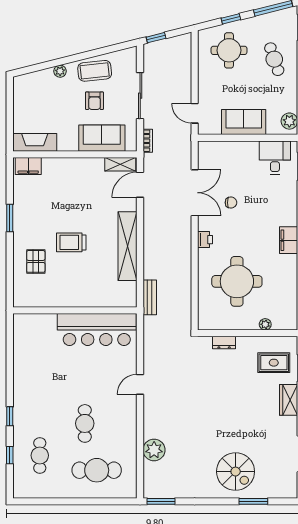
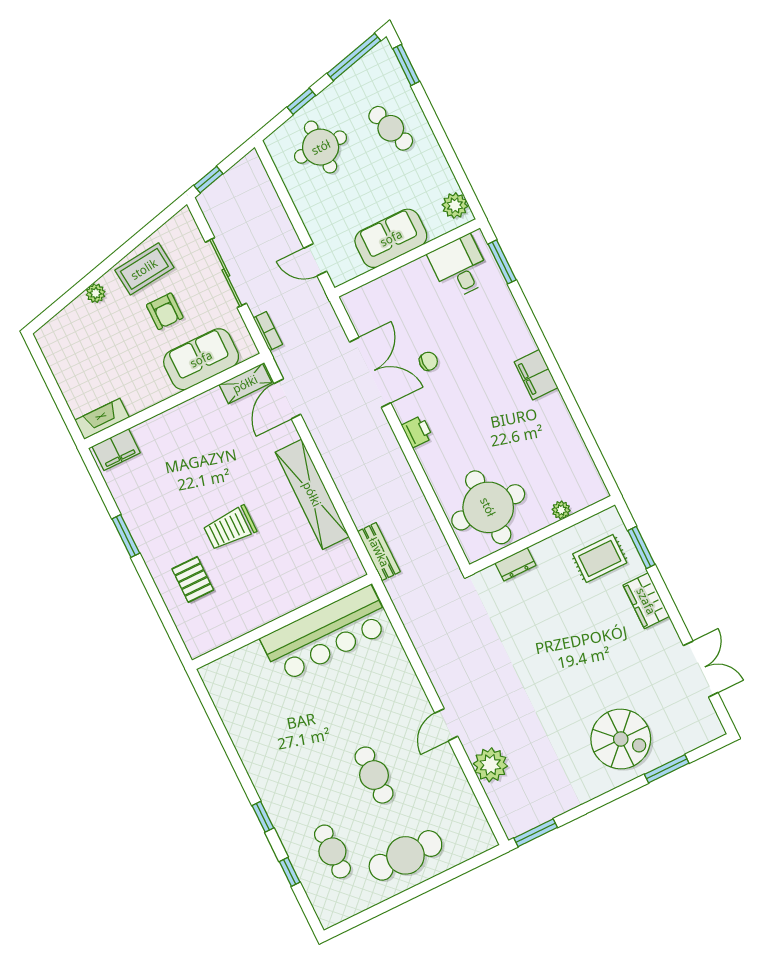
fireplace: (35, 142) -> (102, 419), width x0.73, depth x0.76
round table: (237, 281) -> (488, 507), moved
door: (140, 384) -> (446, 725), moved
cafe table: (97, 470) -> (405, 855), moved

